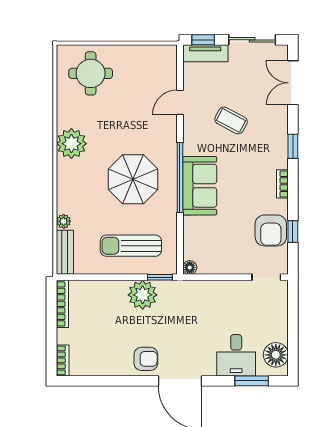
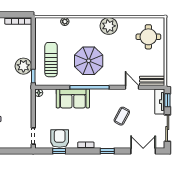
sofa: (200, 186) -> (73, 98), moved
armchair: (271, 230) -> (60, 139), turned 90
bench: (65, 252) -> (152, 81), moved

